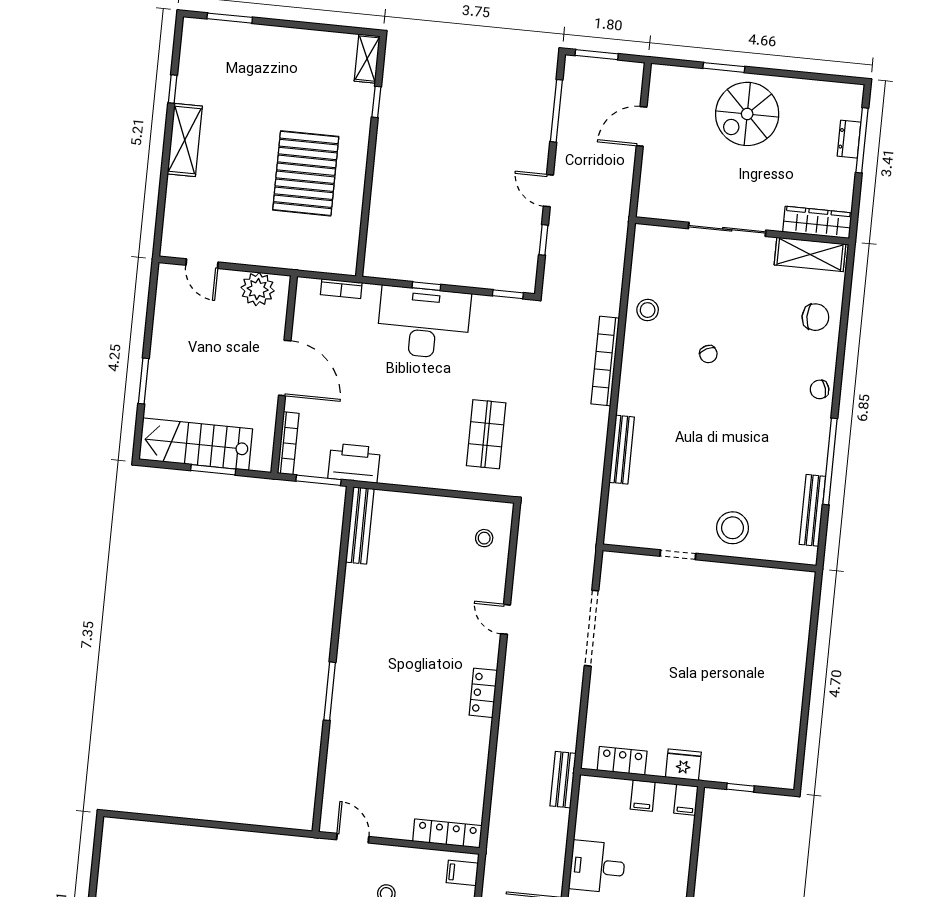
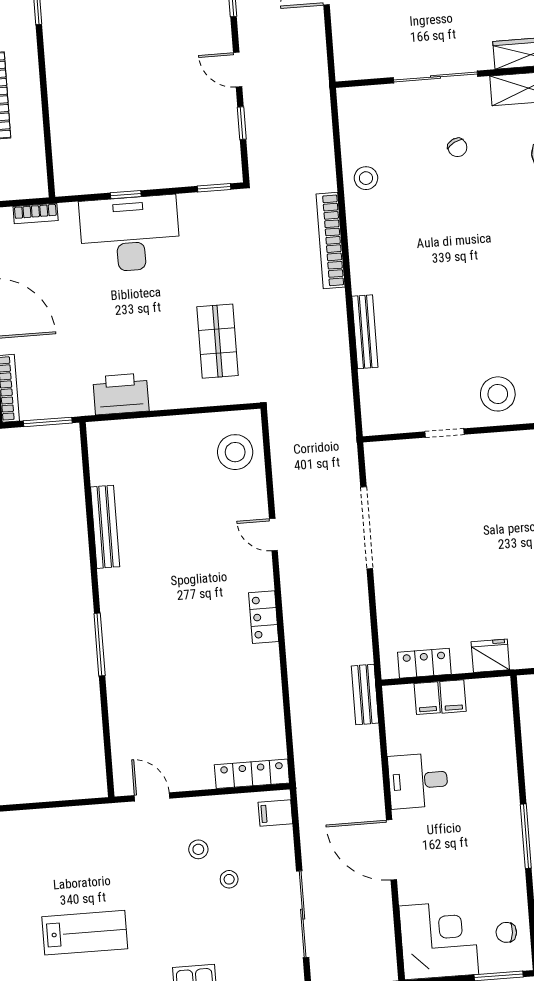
chair: (708, 354) -> (457, 147), moved
printer: (354, 463) -> (121, 394), moved
bench: (360, 525) -> (105, 527), moved
stool: (484, 538) -> (235, 452), width x1.89, depth x1.89
filing cabinet: (686, 800) -> (427, 698), moved

